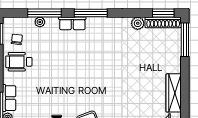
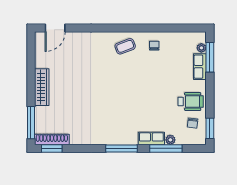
row of seats: (72, 23) -> (151, 138), moved
plant: (138, 23) -> (76, 139), removed
wardrobe: (174, 93) -> (42, 87), moved

